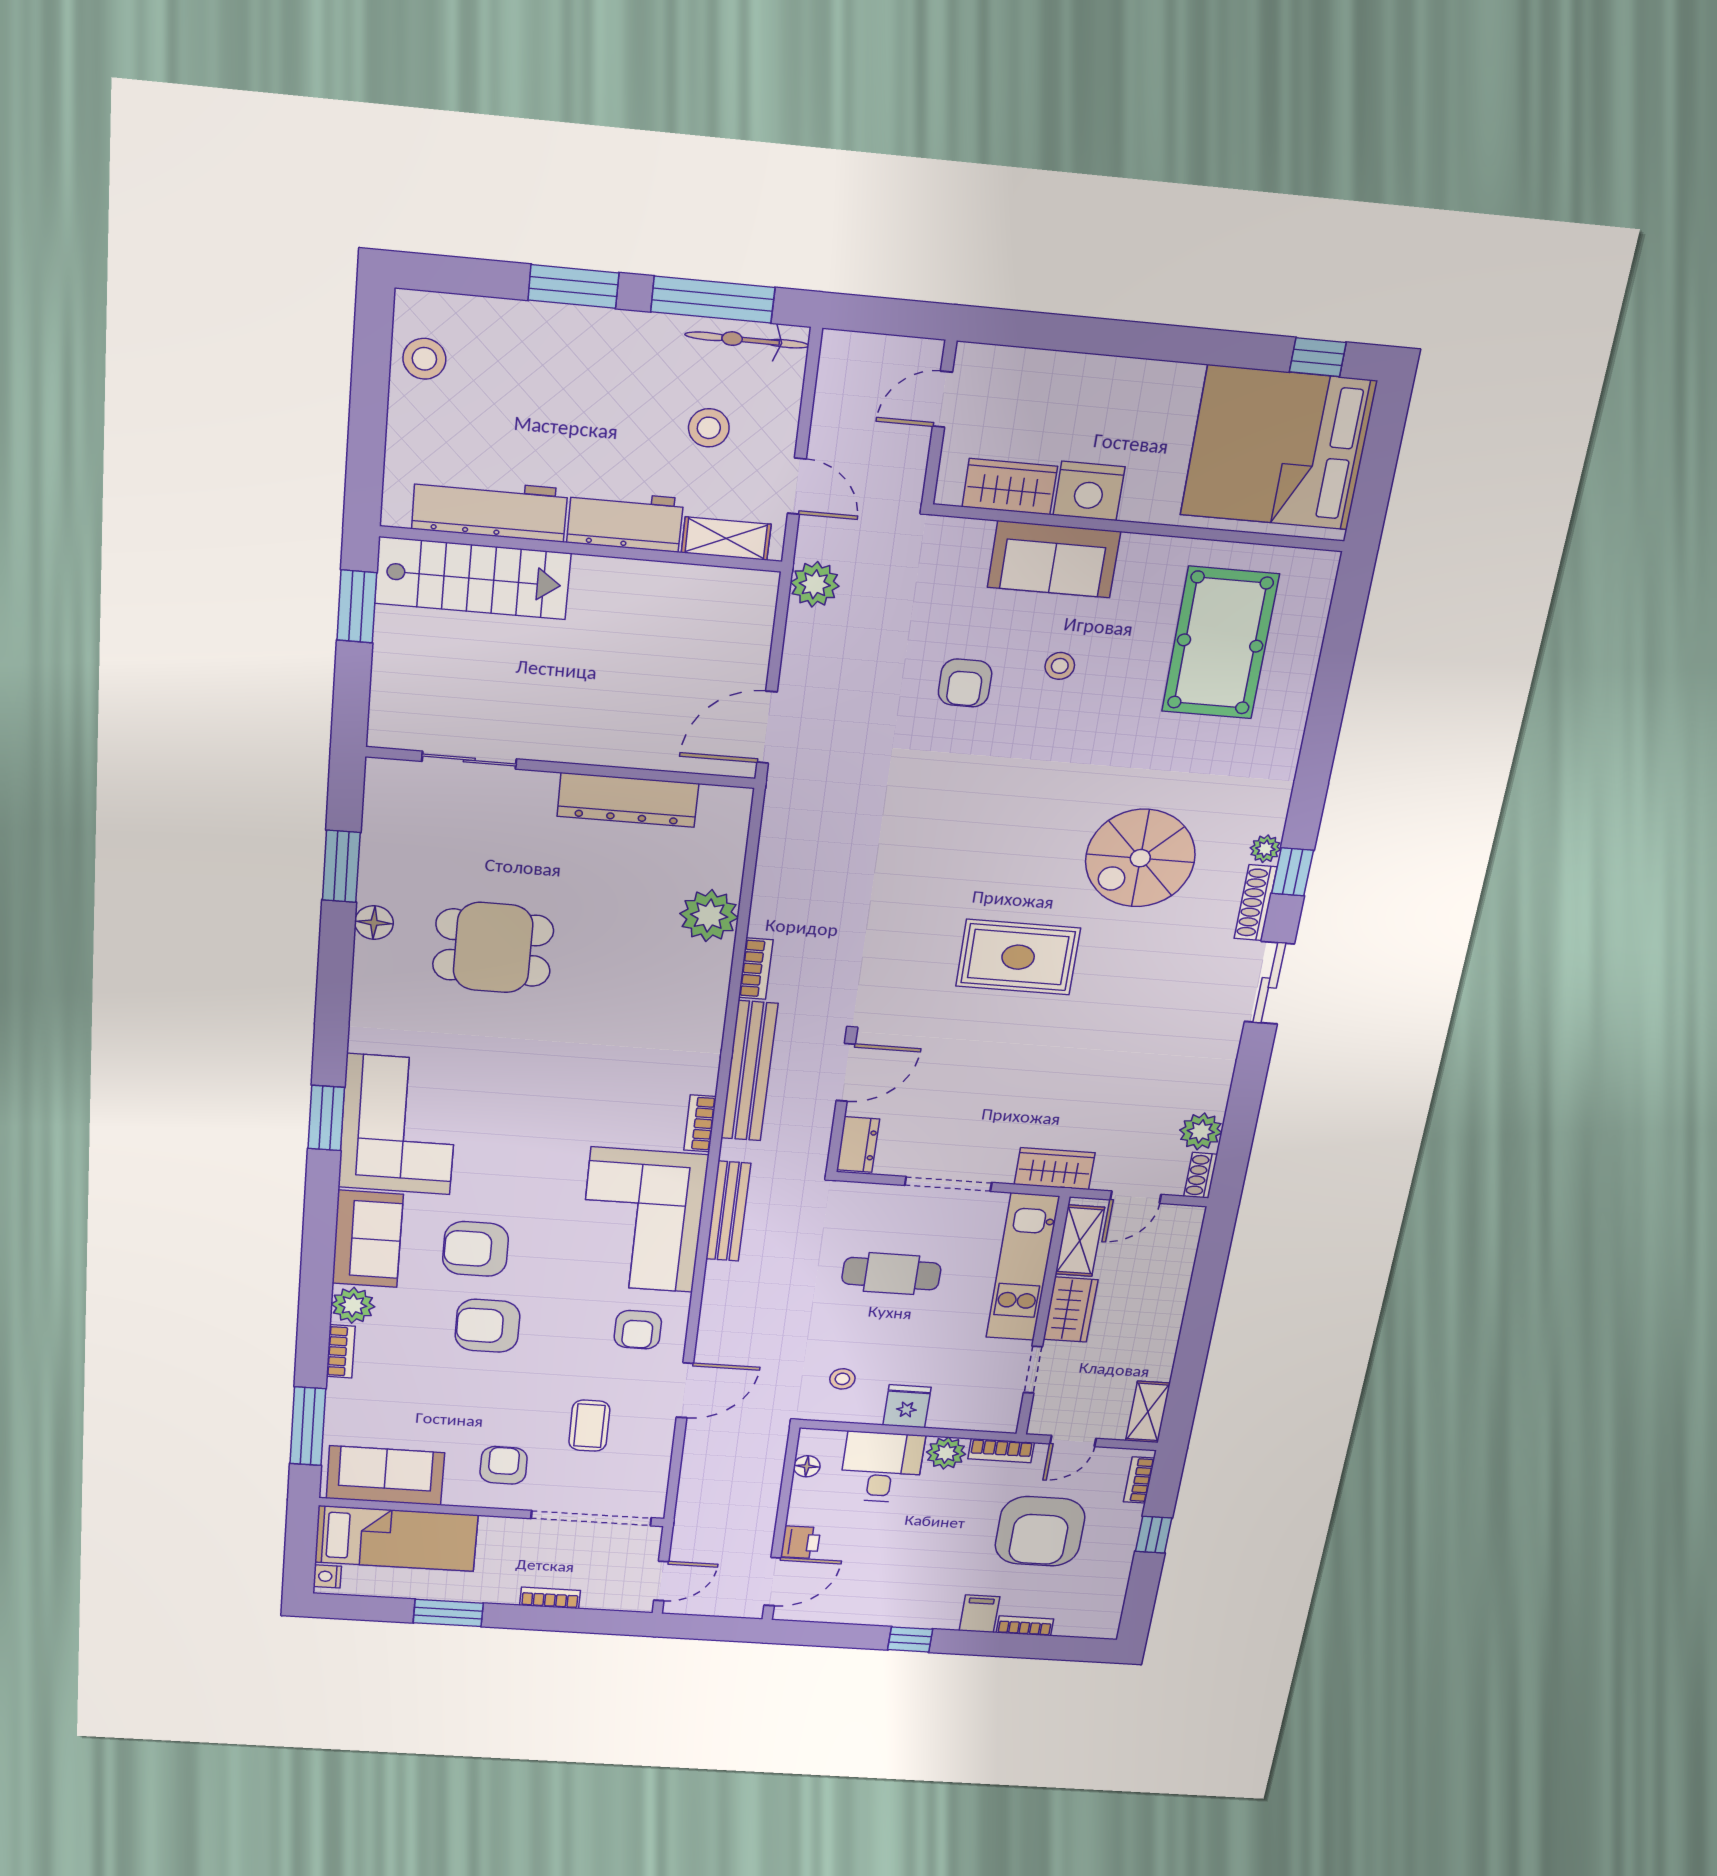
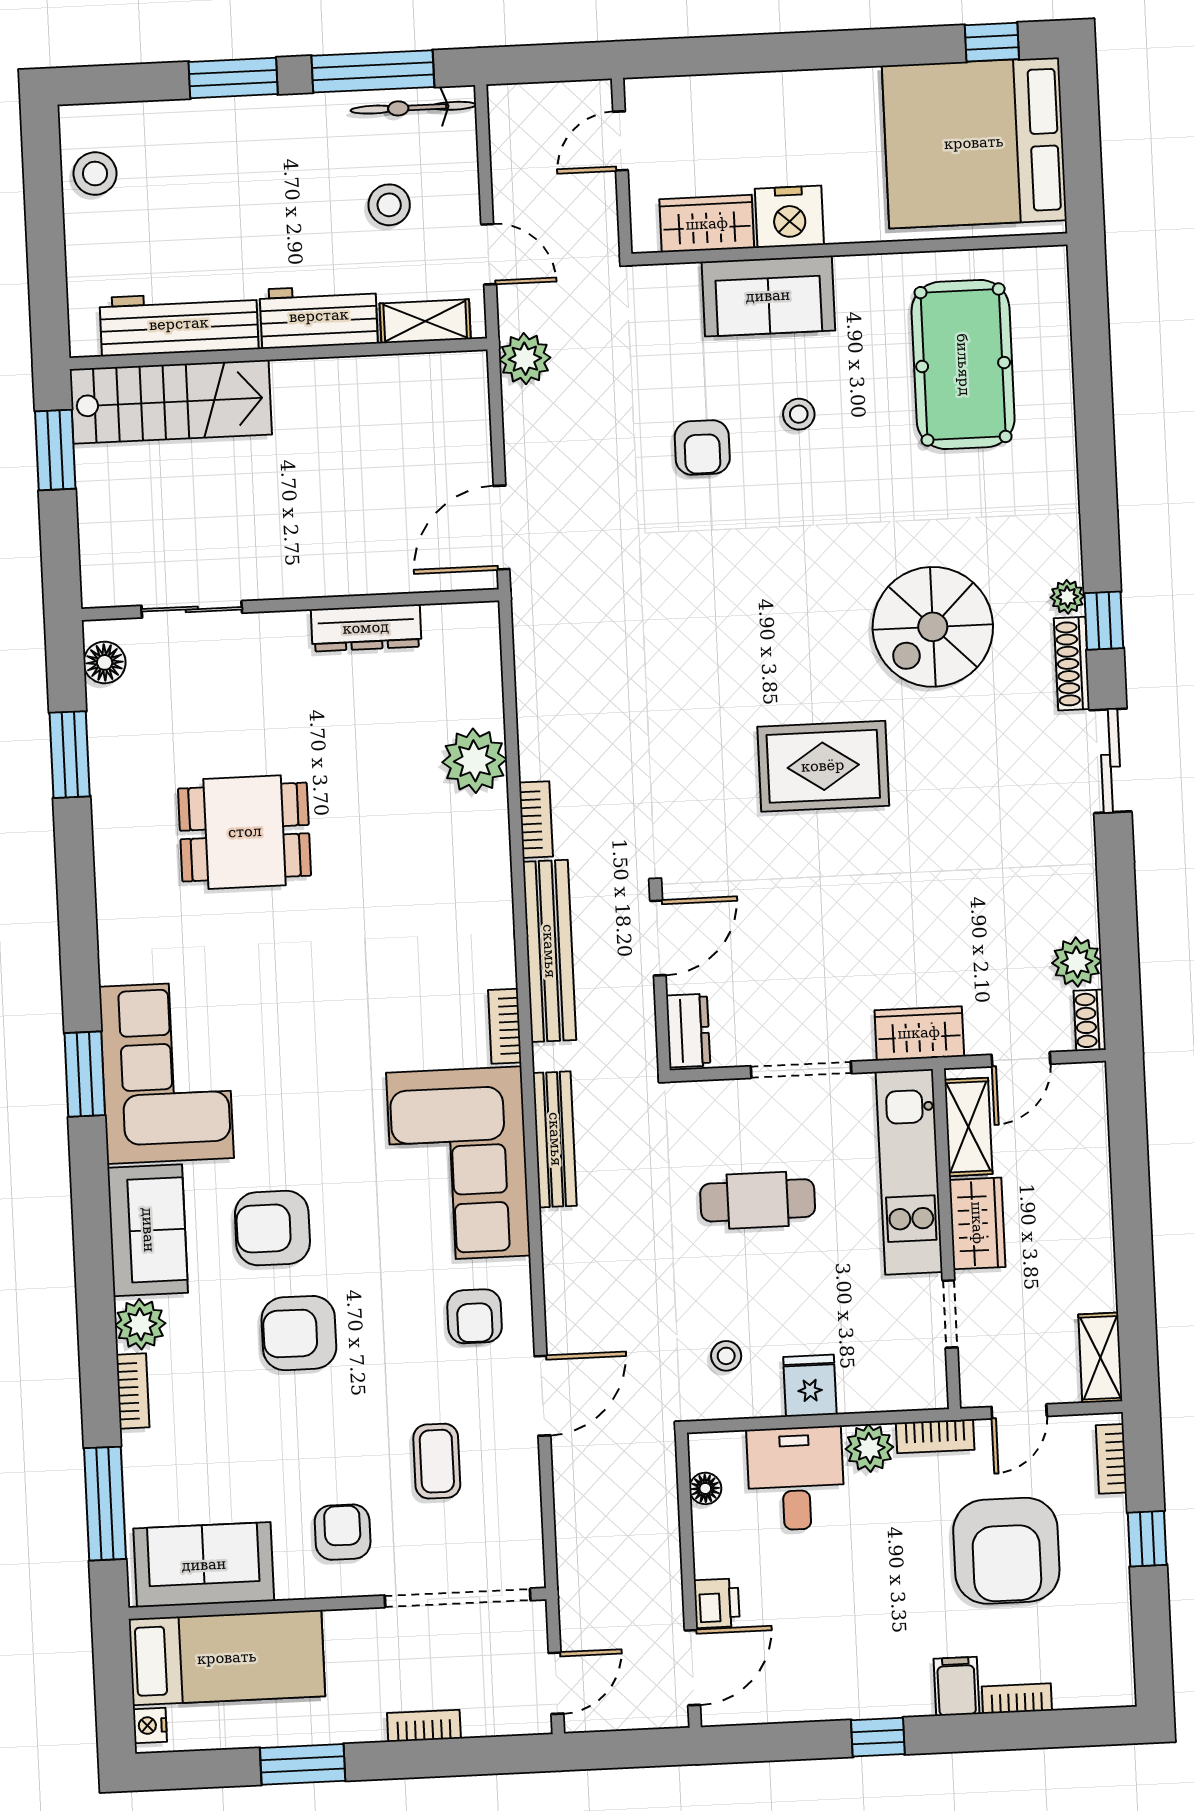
dresser: (628, 800) -> (366, 628), width x0.73, depth x0.80
floor lamp: (374, 923) -> (105, 662), moved

